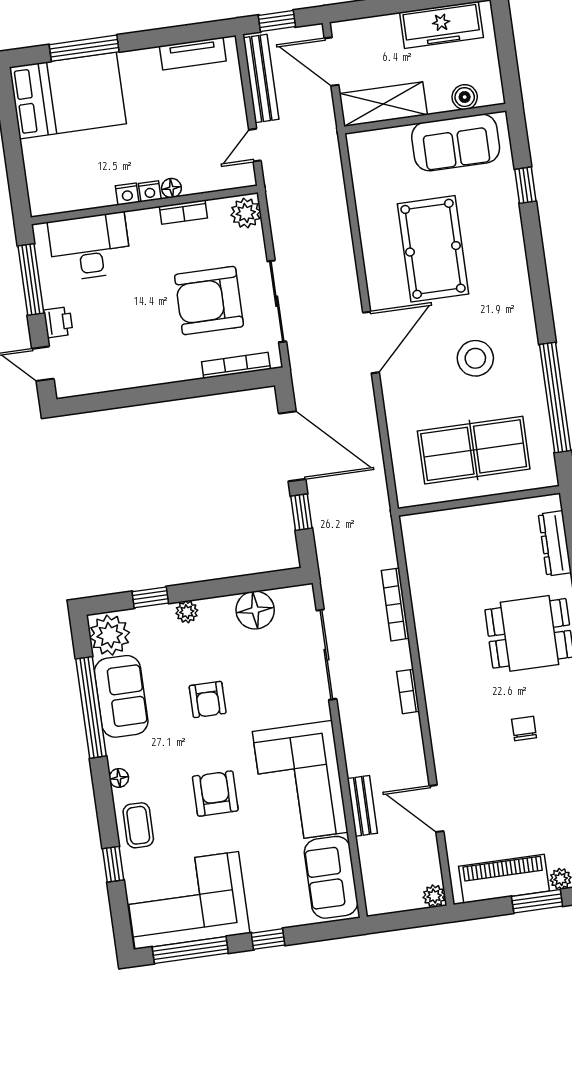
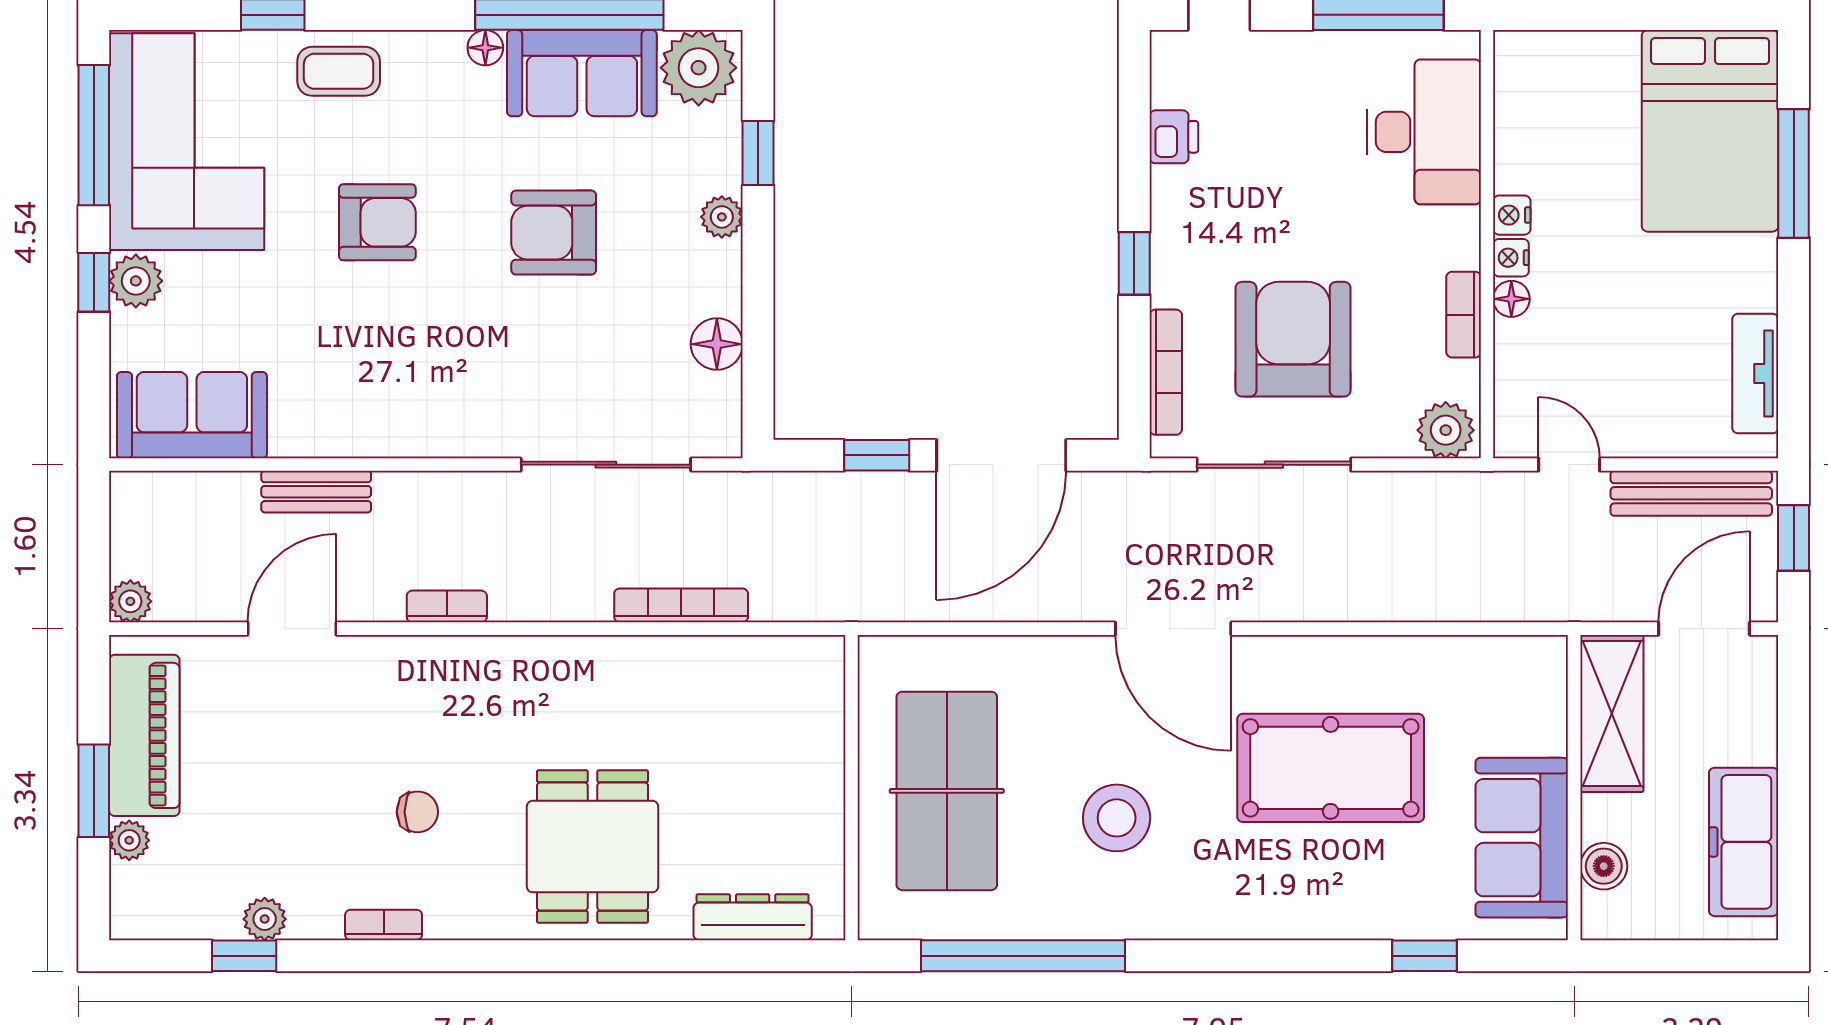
printer: (58, 322) -> (1174, 137), moved, turned -90
window: (181, 390) -> (1134, 263), added
floor lamp: (255, 610) -> (717, 344), width x0.73, depth x0.73
bookcase: (408, 691) -> (447, 606), moved
armchair: (208, 700) -> (554, 233), width x1.38, depth x1.38
floor lamp: (119, 778) -> (485, 48), moved
corner sofa: (300, 782) -> (377, 383), removed
plant: (264, 917) -> (136, 281), added

